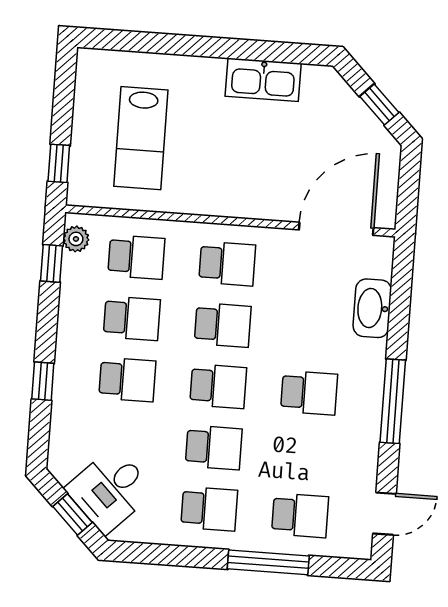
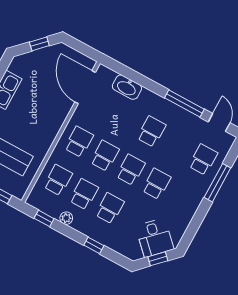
plant: (76, 239) -> (66, 218), moved
window: (393, 401) -> (184, 103), moved
school desk: (209, 509) -> (182, 198), removed

